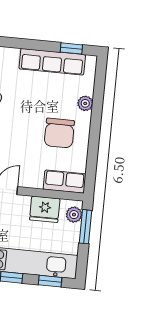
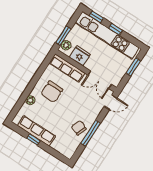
window: (71, 48) -> (33, 139), moved
chair: (59, 133) -> (52, 92), turned 180
row of seats: (65, 182) -> (67, 68), width x1.48

